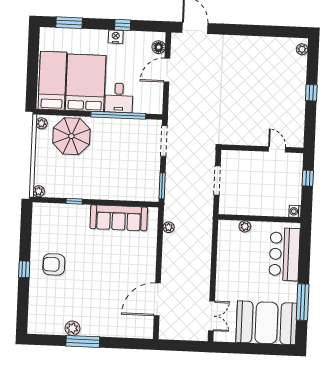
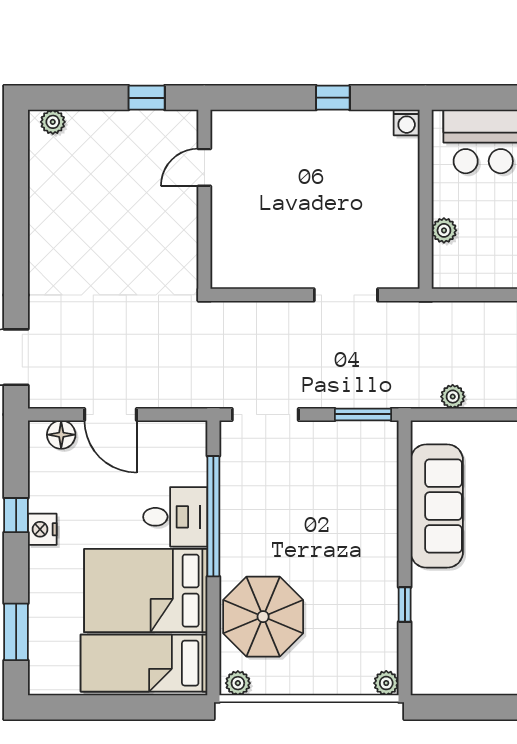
wall: (262, 149) -> (204, 199), moved
door: (277, 149) -> (204, 167), moved

